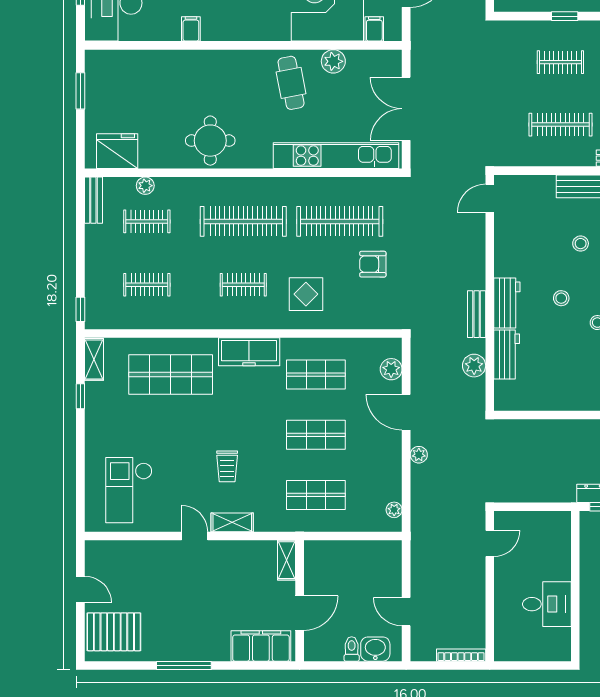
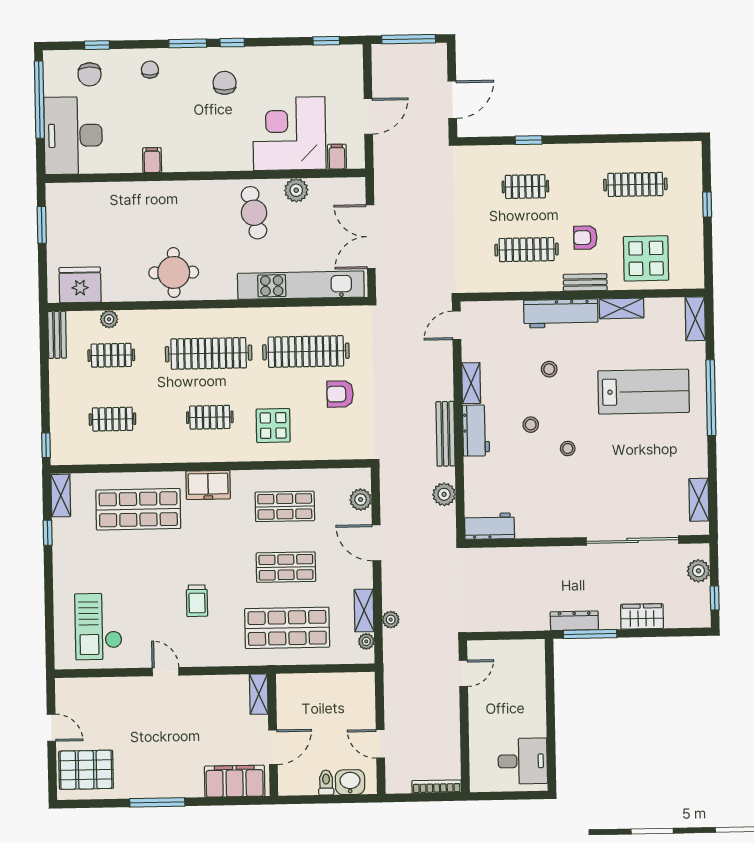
shelving: (503, 256) -> (471, 383), added
bench: (477, 314) -> (445, 434), width x1.36
freezer: (249, 352) -> (208, 485), width x0.71
workbench: (507, 354) -> (490, 526), moved, turned -90
plant: (419, 455) -> (391, 620), moved
shop shelf: (316, 495) -> (287, 628), width x1.43, depth x1.36
shelving: (232, 522) -> (364, 611), moved, turned 90
desk: (547, 604) -> (523, 761), moved

